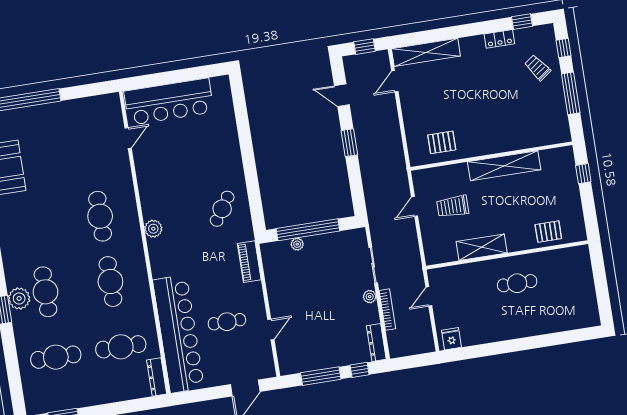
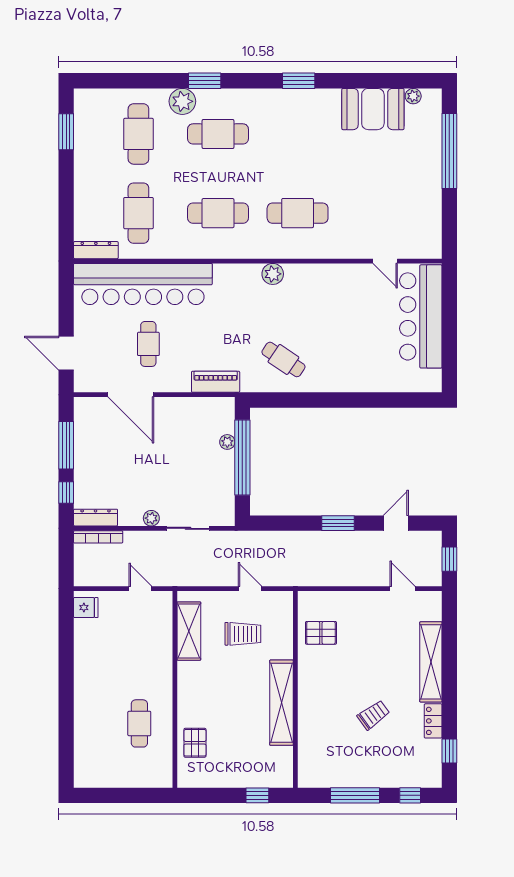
shelving: (426, 52) -> (431, 662), moved
trolley: (538, 68) -> (373, 715), moved
pallet: (442, 142) -> (321, 633), turned 90
trolley: (453, 206) -> (243, 634), turned 90
shelving: (482, 247) -> (189, 631), moved
cafe table: (517, 283) -> (139, 723), moved
plant: (19, 298) -> (182, 101), moved
bookcase: (387, 310) -> (98, 537), moved
door: (271, 330) -> (131, 395), width x1.87

